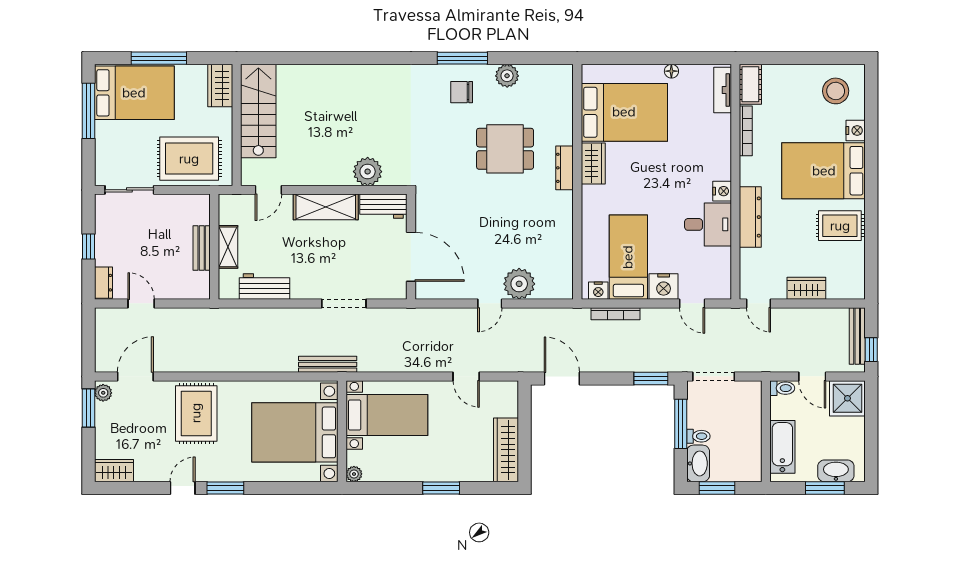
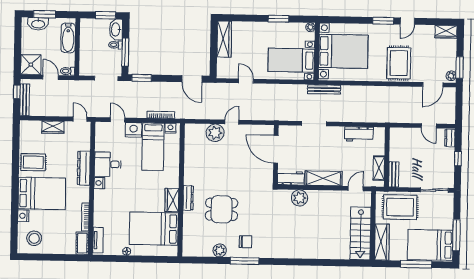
wardrobe: (220, 85) -> (382, 242), width x1.50
shelving: (228, 247) -> (379, 168), moved
bench: (202, 248) -> (394, 174), moved
window: (441, 488) -> (278, 19), moved

